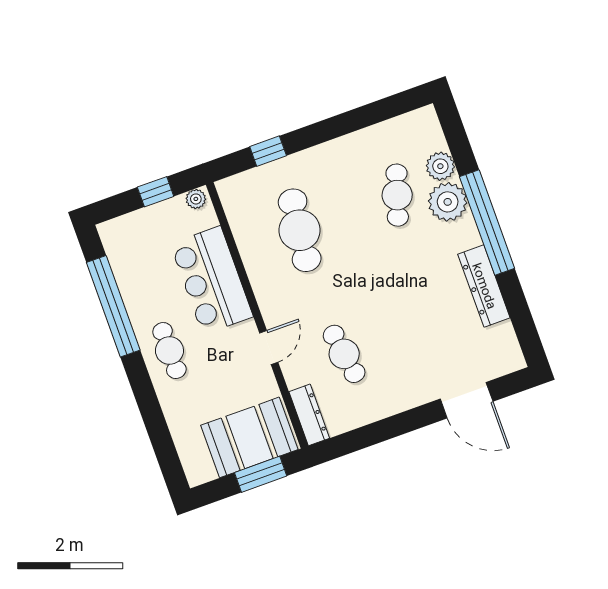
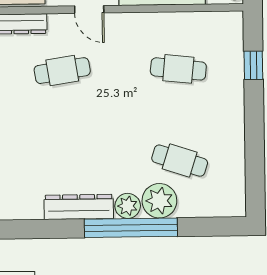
plant: (440, 166) -> (128, 206), moved
cafe table: (300, 230) -> (178, 69), width x0.73, depth x0.74

